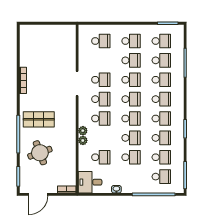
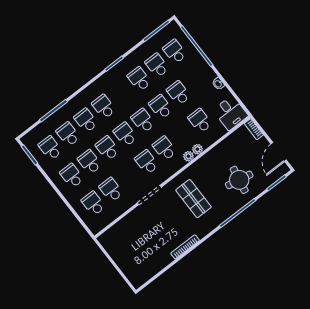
school desk: (101, 80) -> (111, 190), moved
school desk: (161, 118) -> (121, 93), removed
shop shelf: (39, 119) -> (194, 199), moved
round table: (40, 153) -> (239, 180), turned 31
door: (38, 194) -> (279, 152), swing flipped

